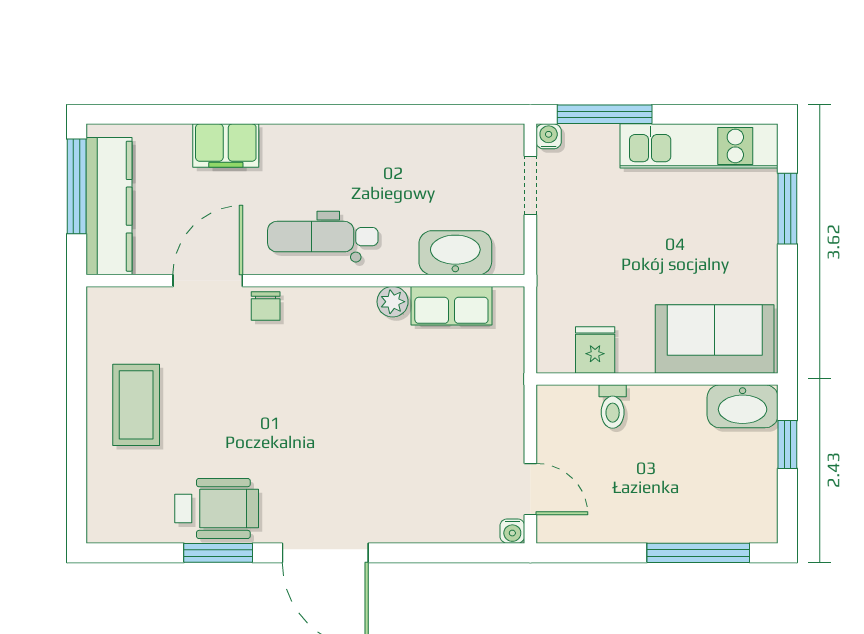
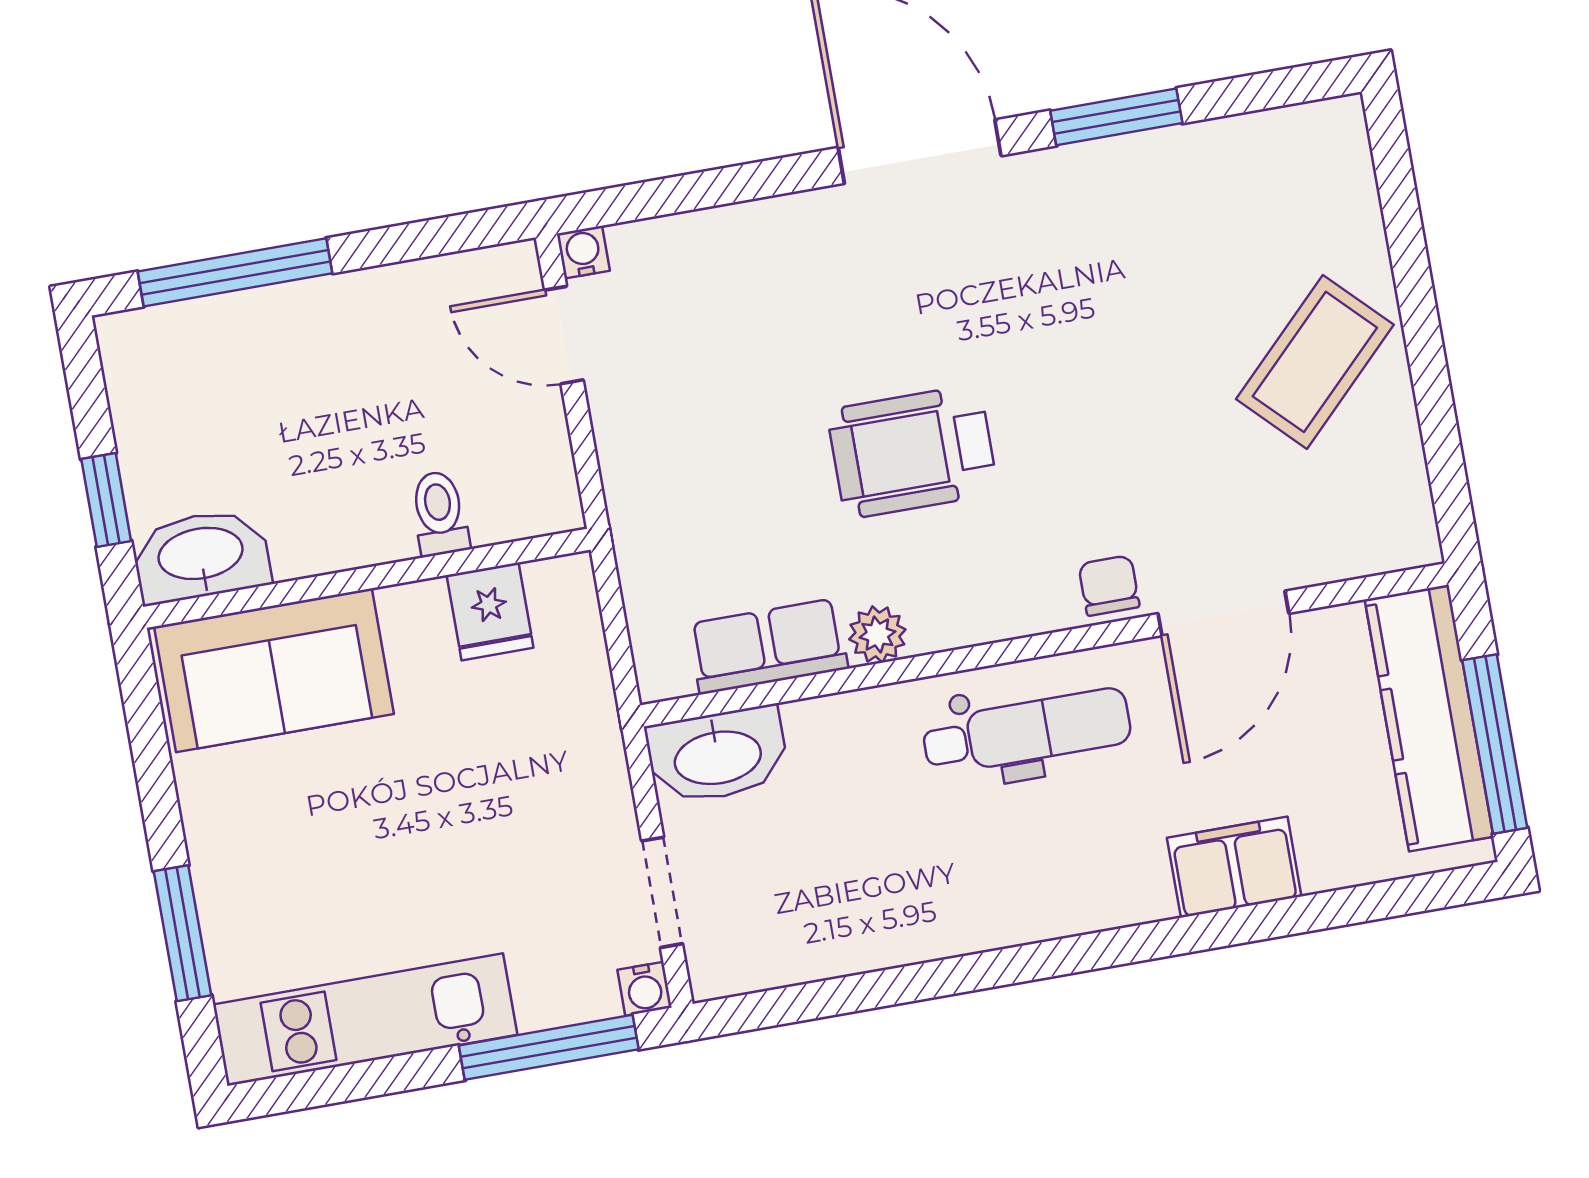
washbasin: (455, 253) -> (717, 755), moved
coffee table: (136, 405) -> (1315, 362), turned 45
wheelchair: (217, 509) -> (912, 452), moved

